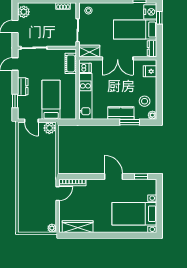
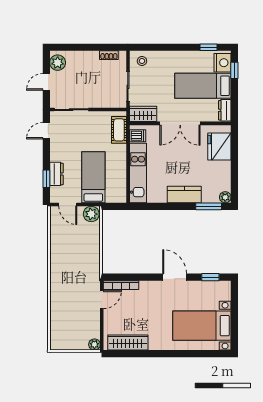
fridge: (150, 71) -> (219, 147), width x1.88, depth x1.34
dresser: (23, 87) -> (56, 174), moved
stool: (145, 101) -> (215, 179), removed
window: (130, 122) -> (209, 206), moved

